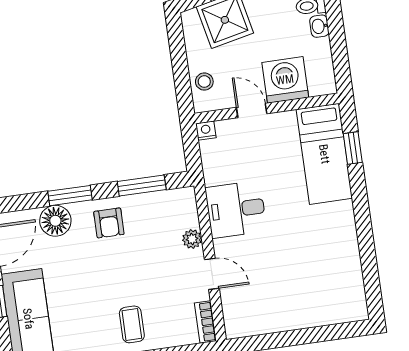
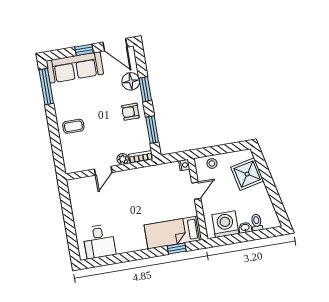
washing machine: (285, 80) -> (225, 224), moved, turned -90
desk: (236, 209) -> (99, 241), moved, turned 180
bookcase: (205, 322) -> (141, 157), moved

